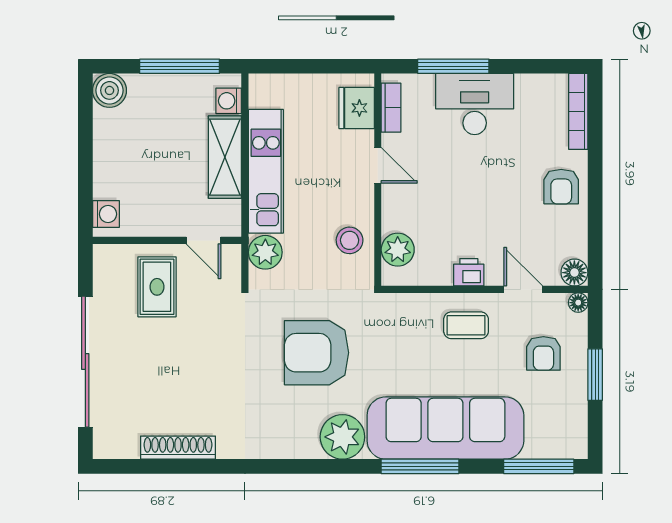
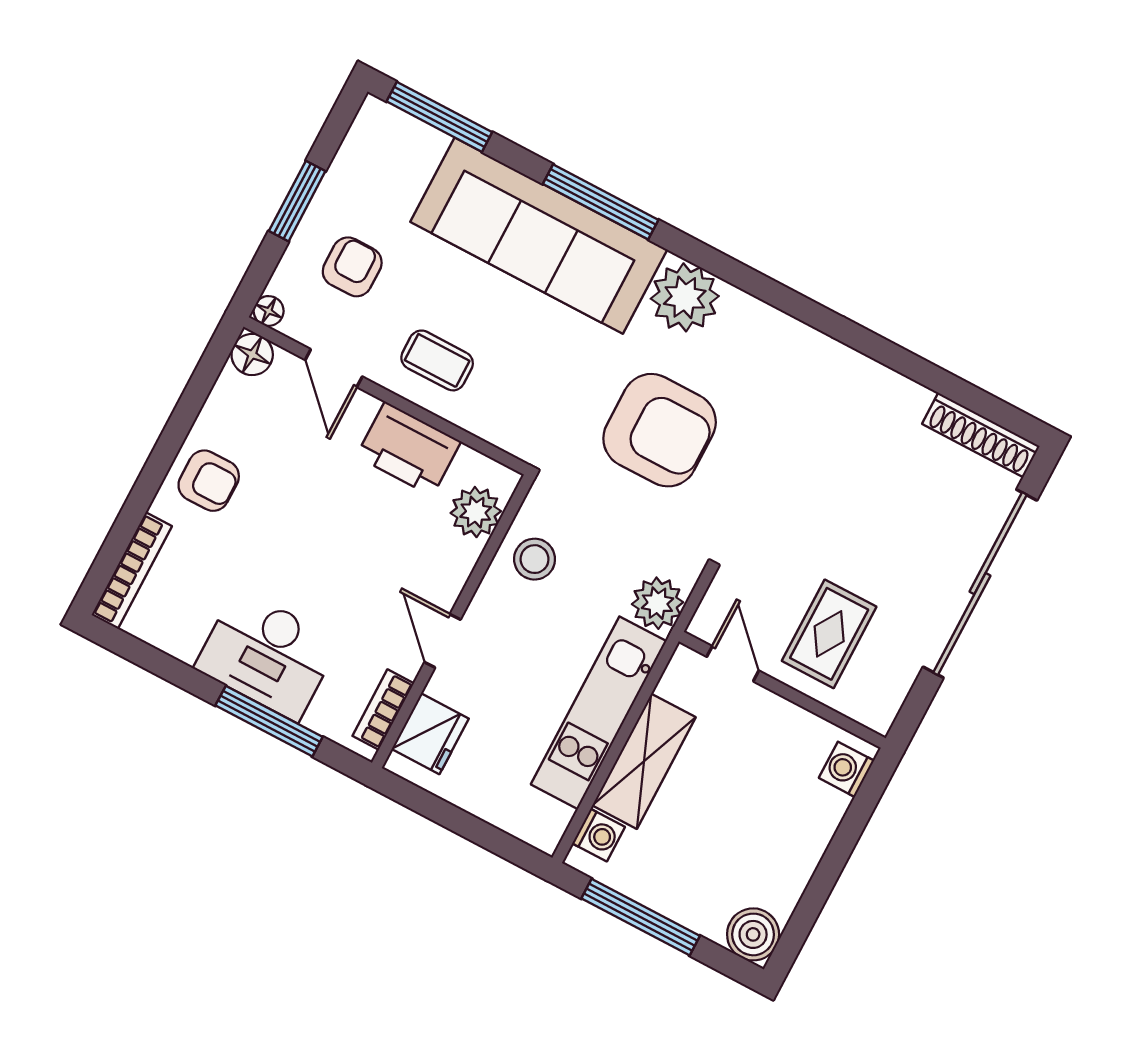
armchair: (561, 187) -> (209, 481), turned 90
printer: (469, 272) -> (409, 449), width x1.87, depth x1.48
shoe rack: (178, 448) -> (981, 435), moved

